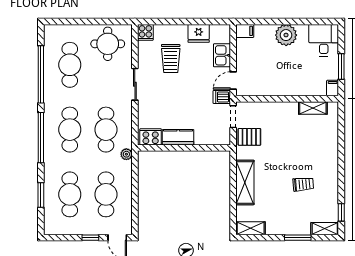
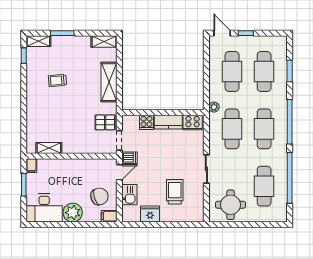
cooker: (145, 32) -> (147, 122), moved, turned 180
desk: (324, 40) -> (44, 208), width x1.37
chair: (256, 53) -> (99, 196), added

